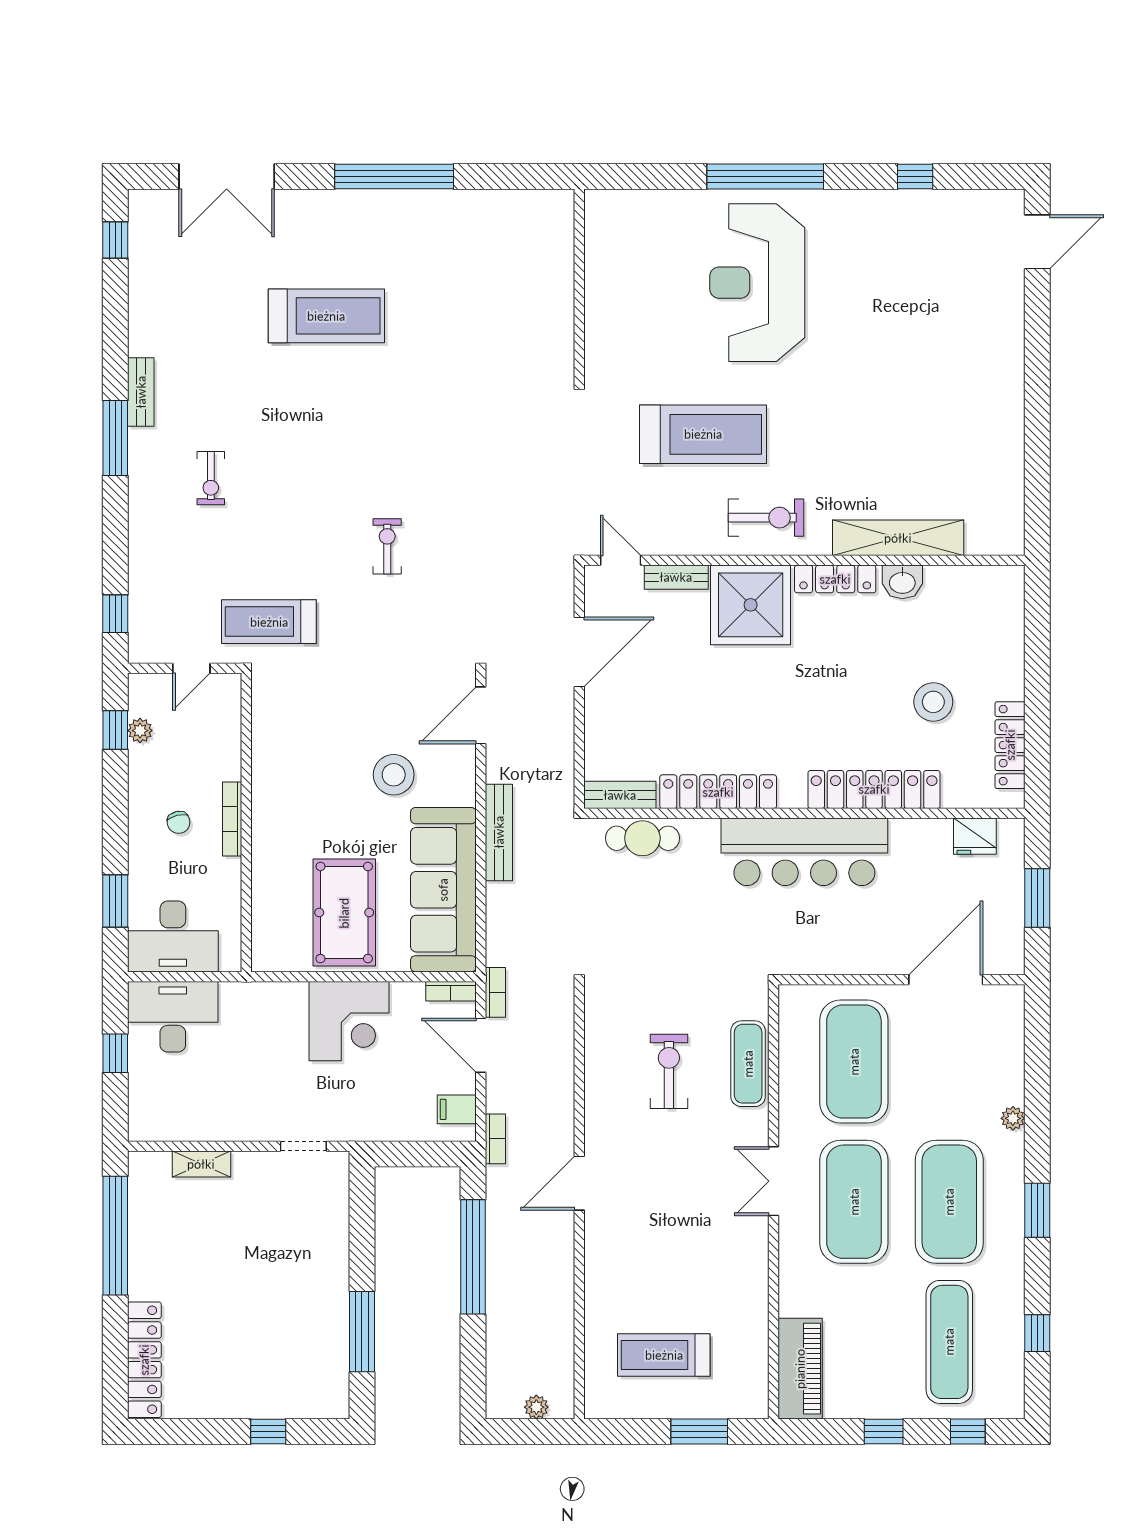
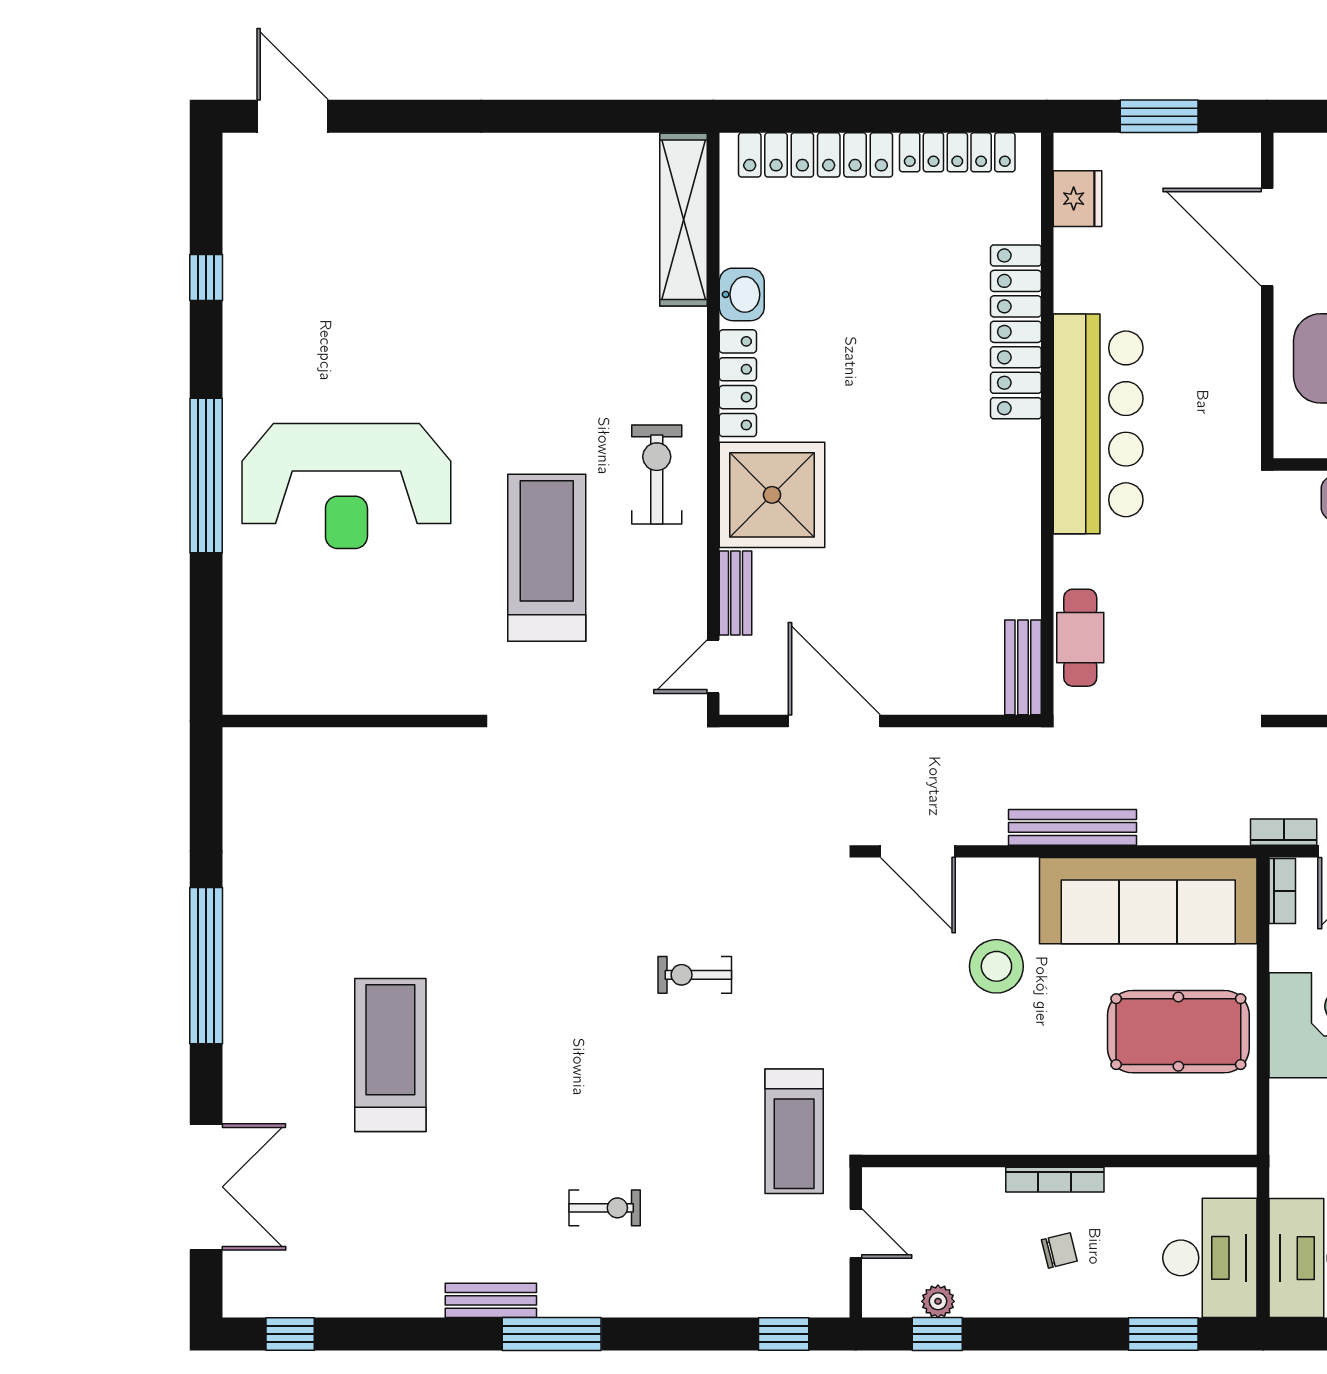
shelving: (898, 538) -> (684, 220), moved
stool: (933, 702) -> (900, 254), removed
locker: (718, 792) -> (816, 155), moved, turned -90

